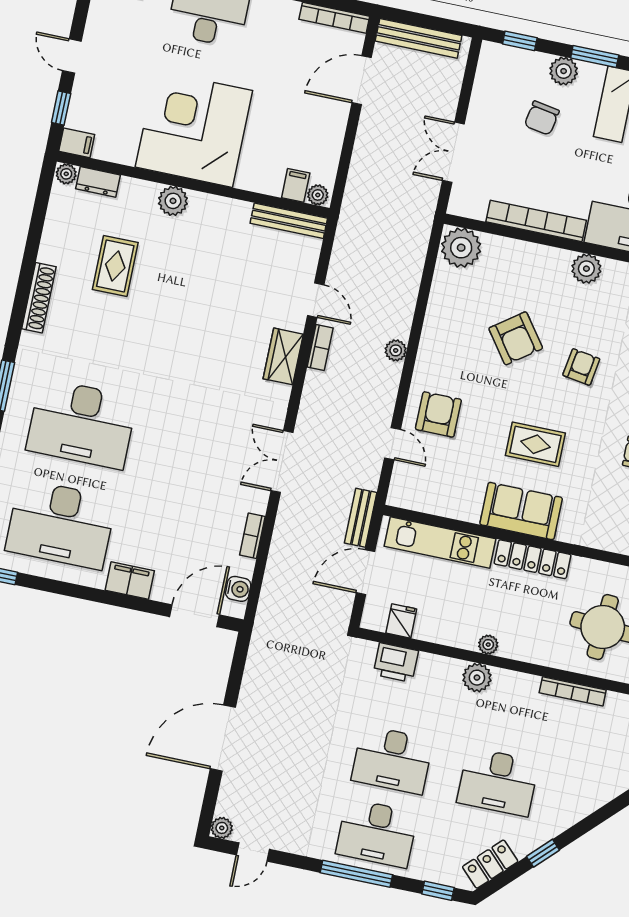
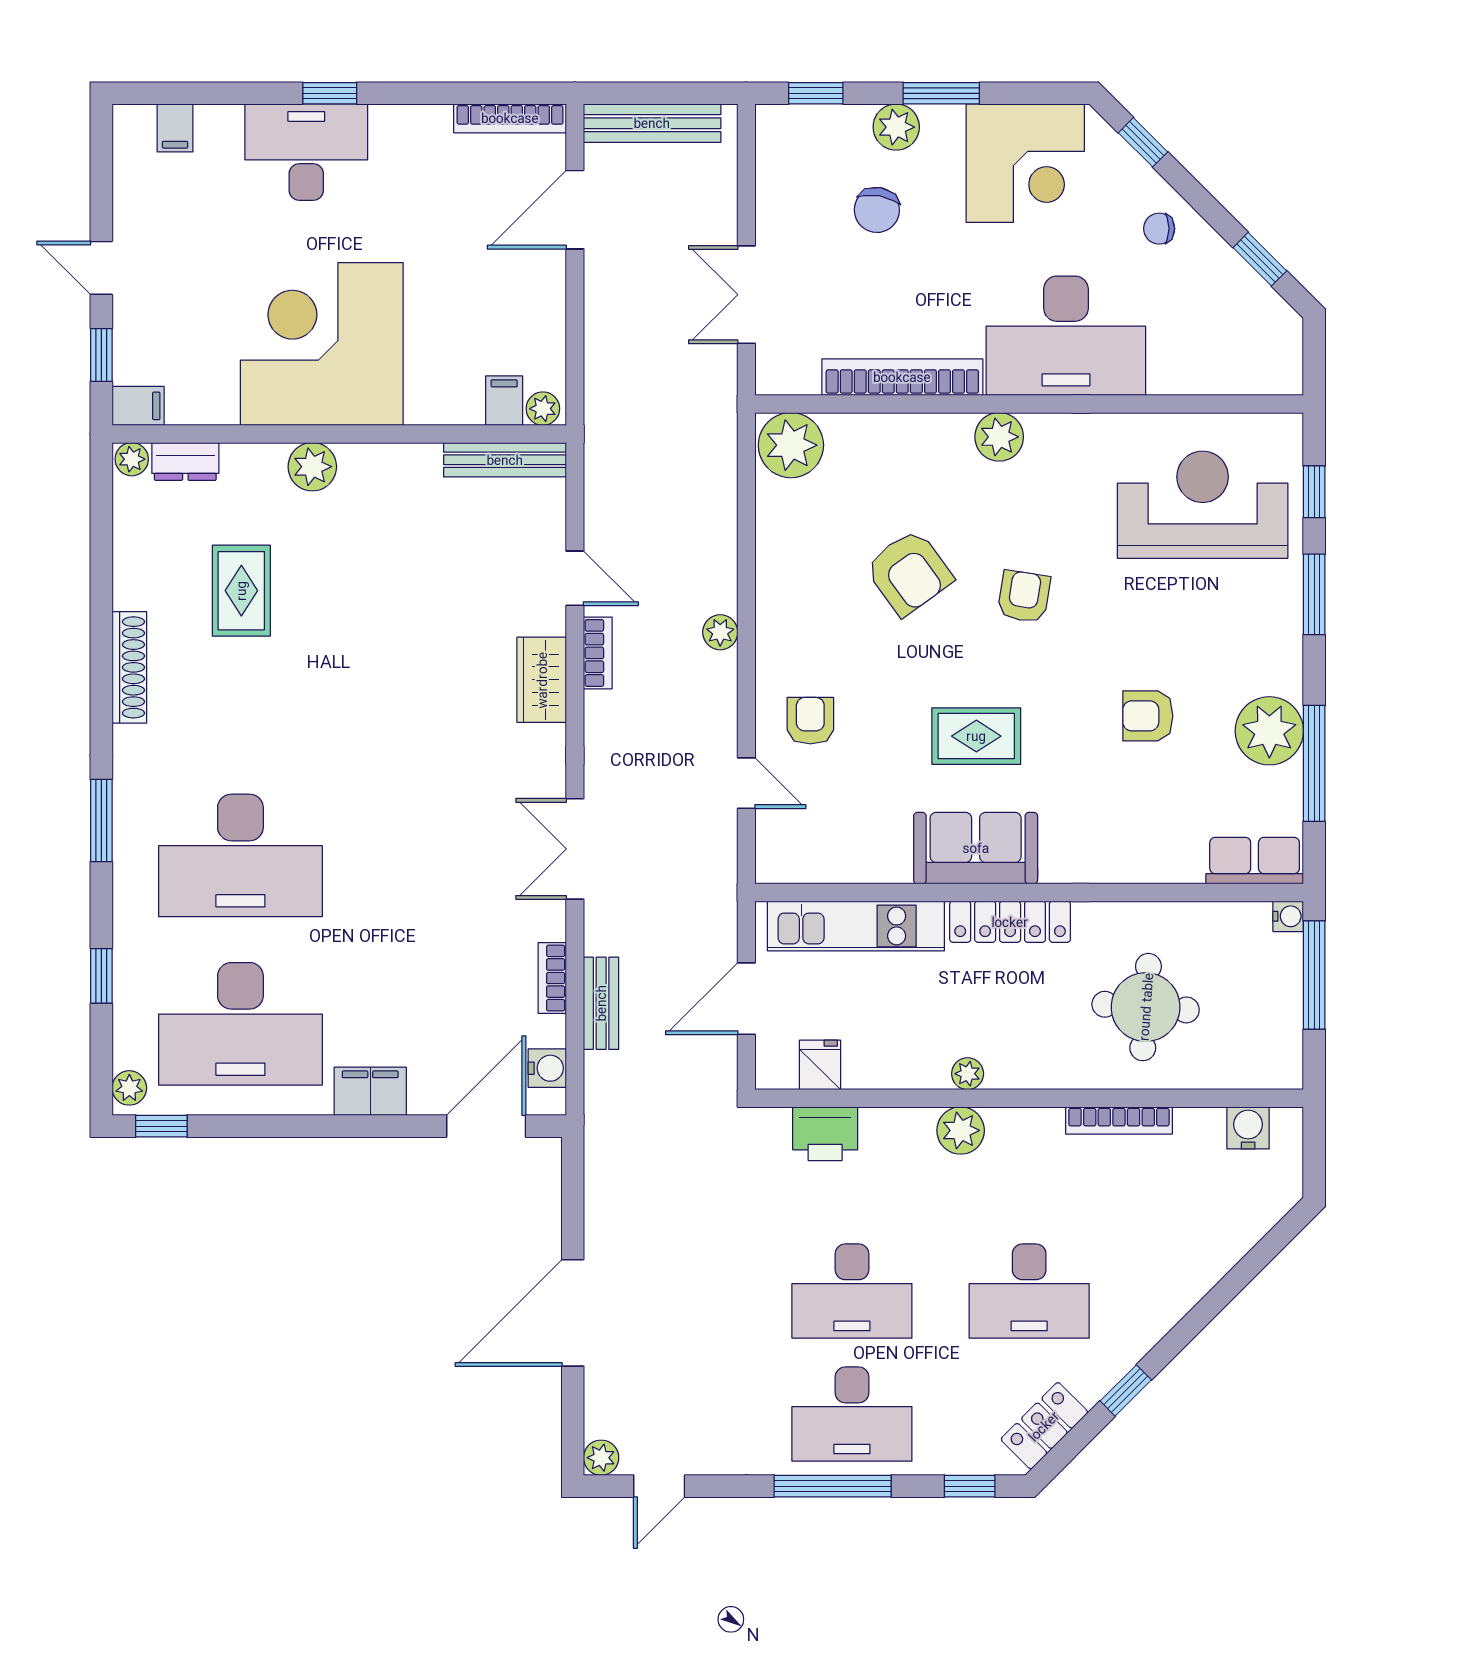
armchair: (438, 414) -> (810, 721), width x0.72, depth x0.72
bench: (361, 518) -> (601, 1003), moved

